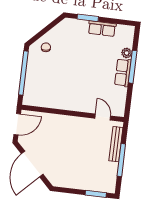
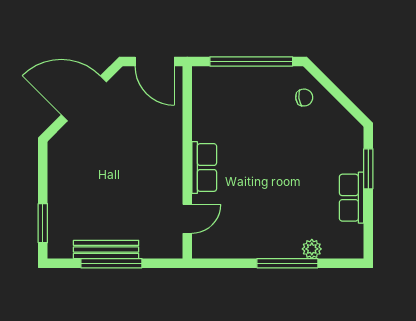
row of seats: (123, 73) -> (204, 168), moved, turned 90
bench: (116, 144) -> (106, 249), moved

